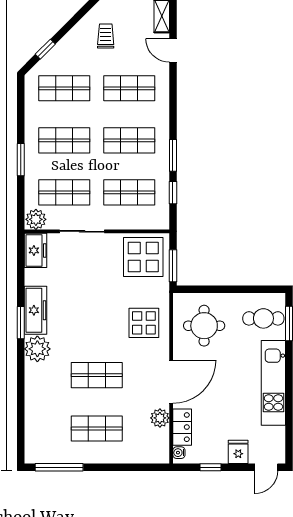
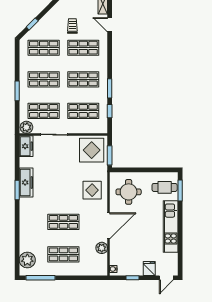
trolley: (106, 36) -> (72, 26), moved
plant: (37, 349) -> (27, 260), moved
locker: (182, 427) -> (115, 253), removed

